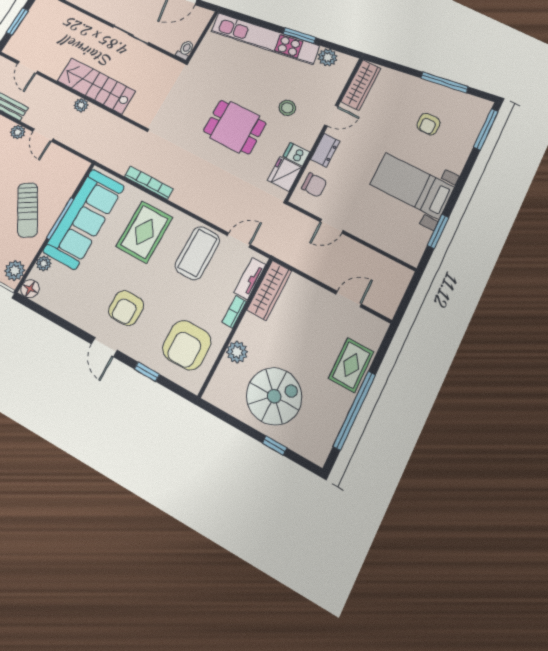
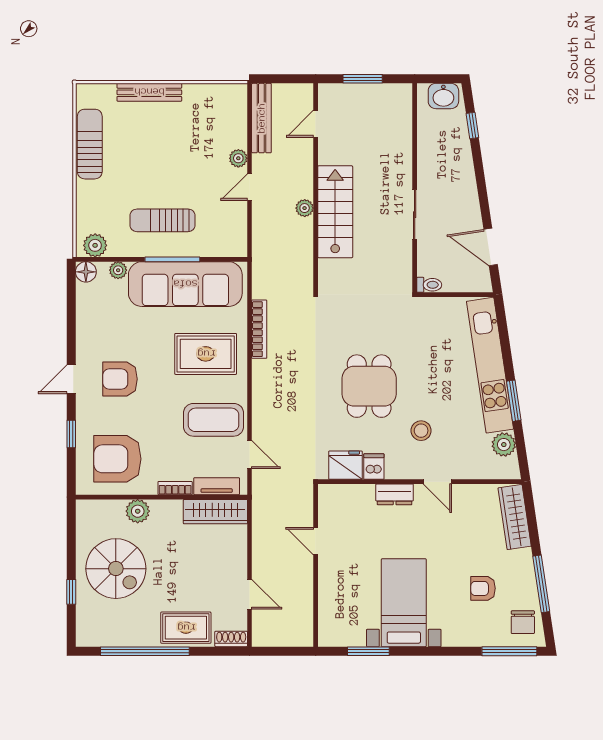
wardrobe: (361, 85) -> (515, 517), moved, turned 81
chair: (314, 185) -> (523, 622), moved
sun lounger: (28, 210) -> (163, 220), turned 32
shoe rack: (378, 333) -> (231, 639), added

